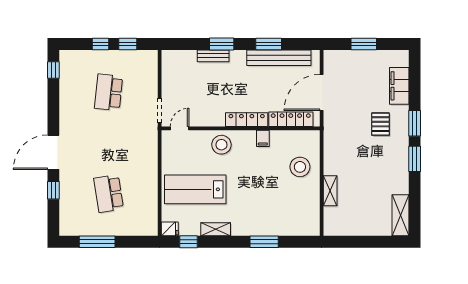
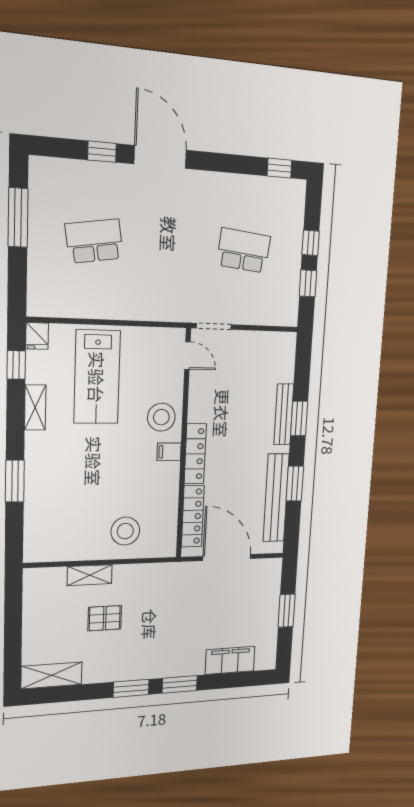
bench: (213, 56) -> (284, 414), width x1.36
pallet: (380, 124) -> (105, 618), moved
filing cabinet: (263, 138) -> (169, 452), moved
lab bench: (195, 189) -> (97, 377), turned 180

